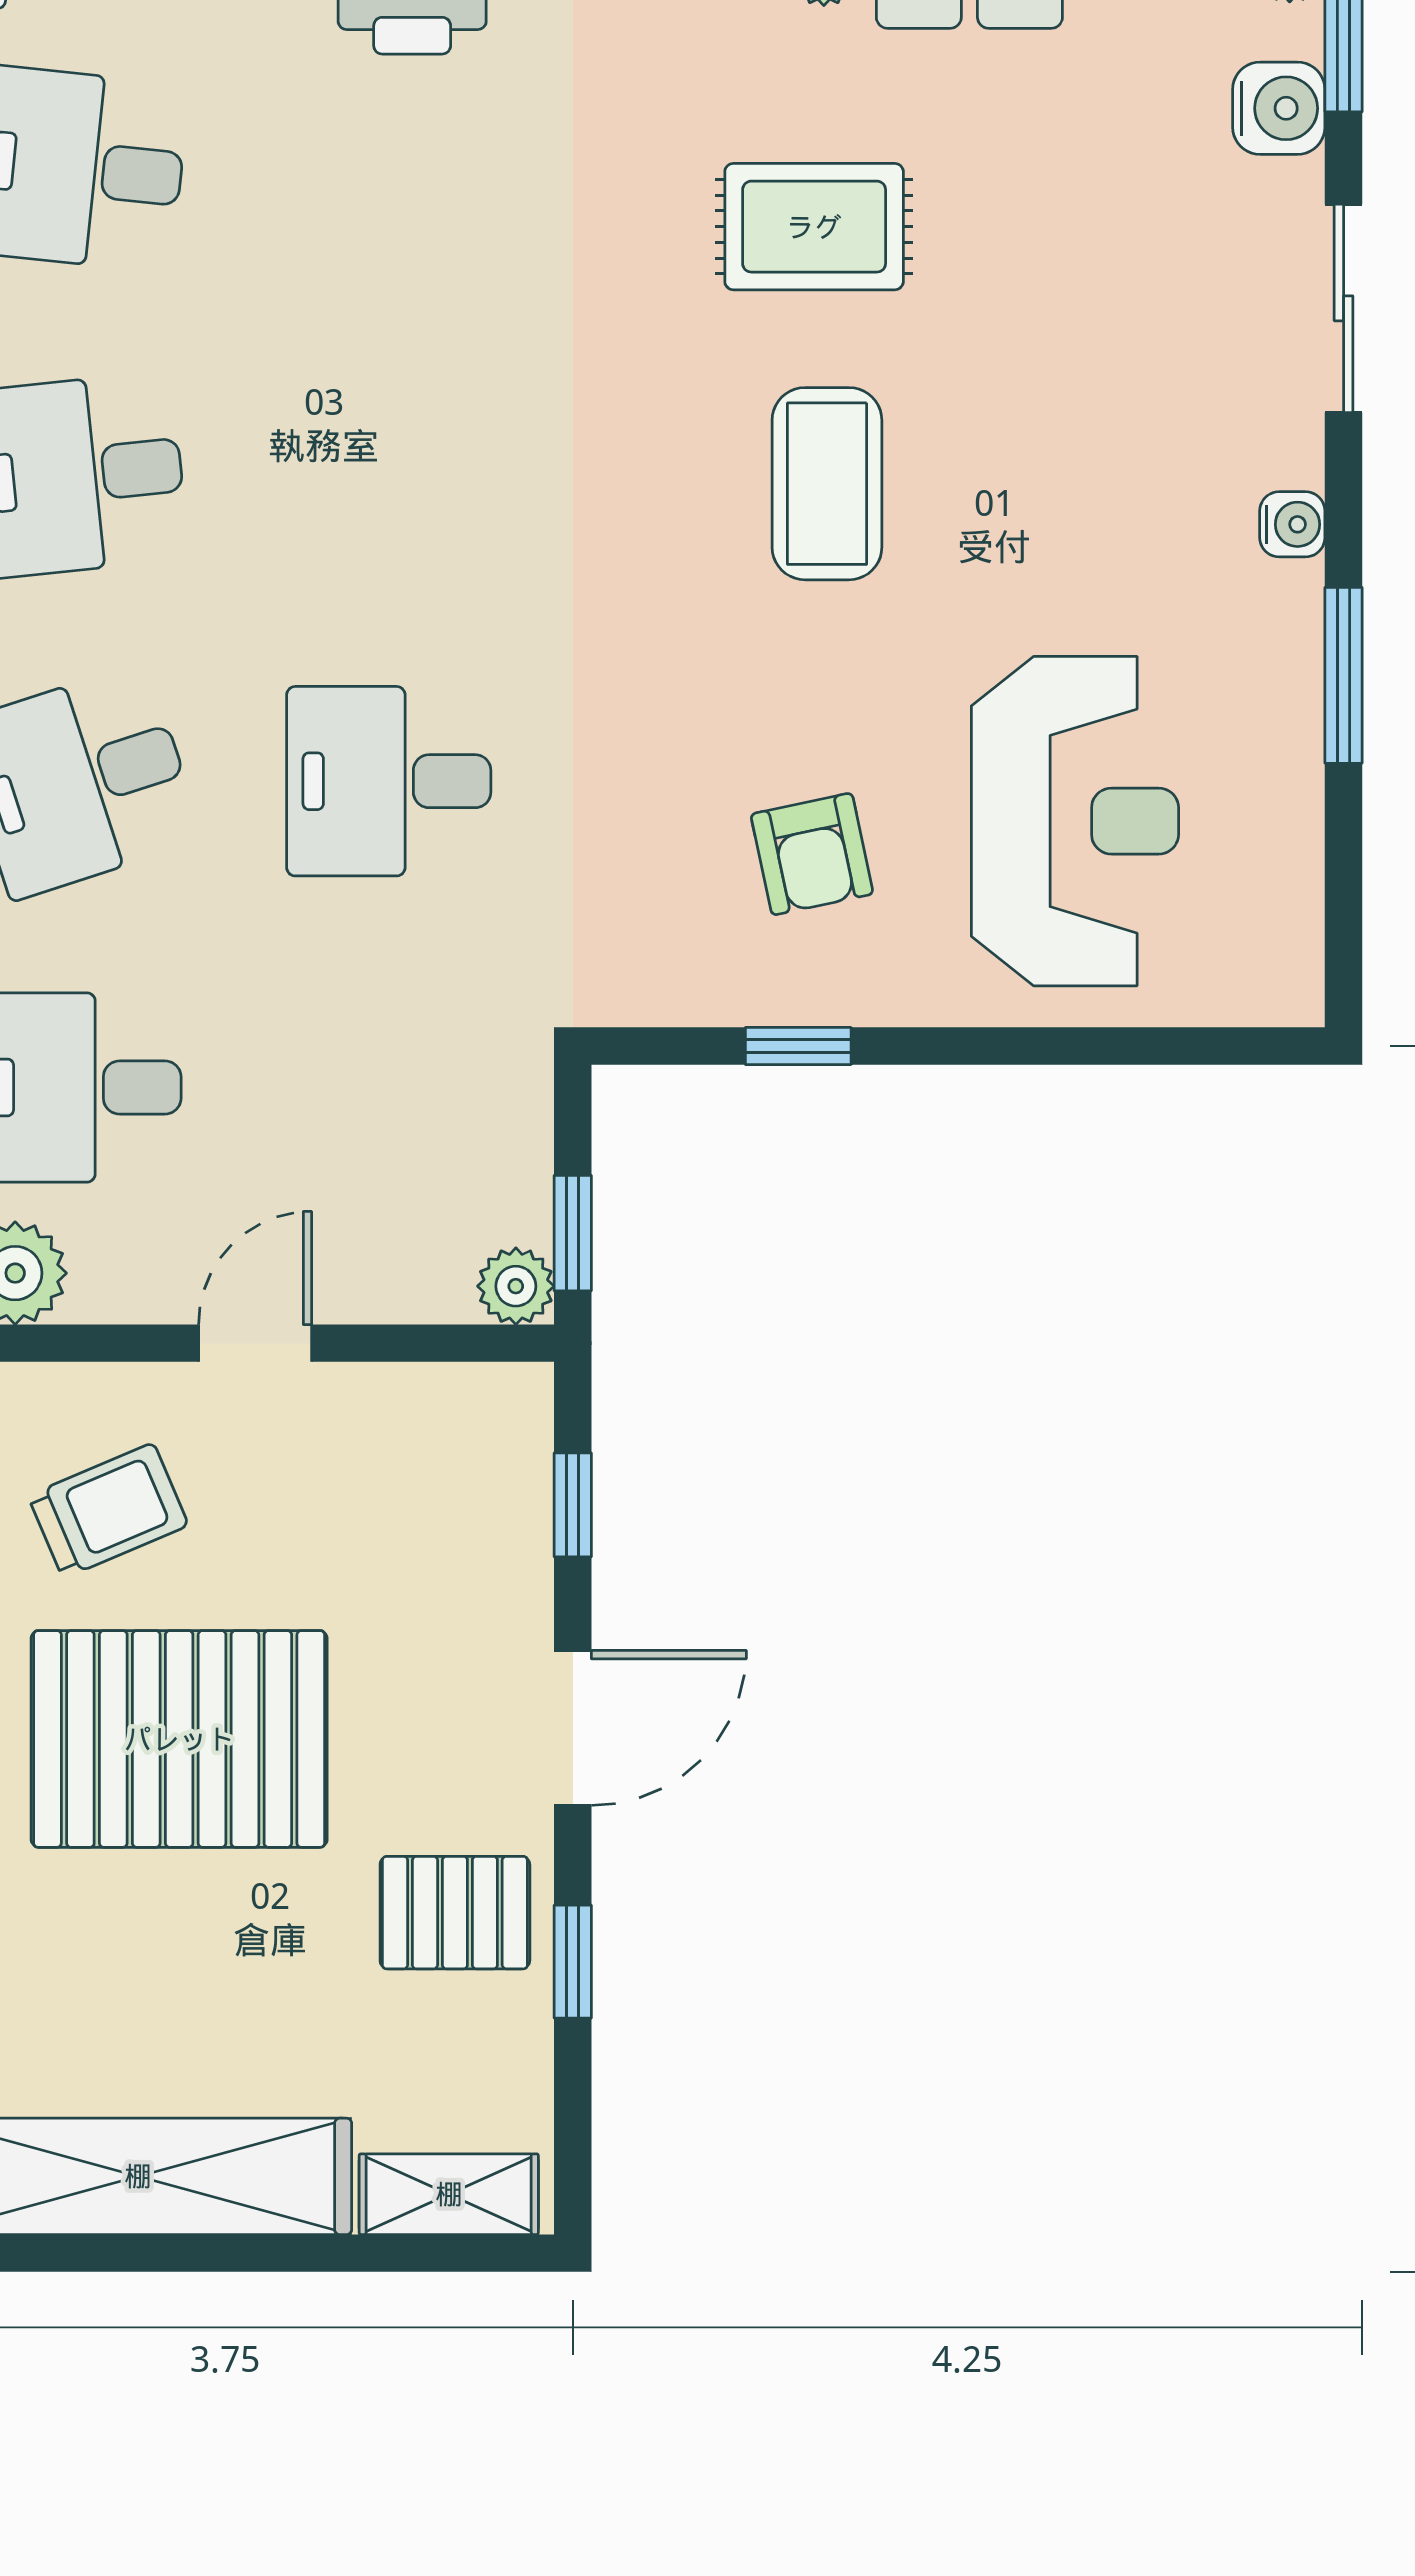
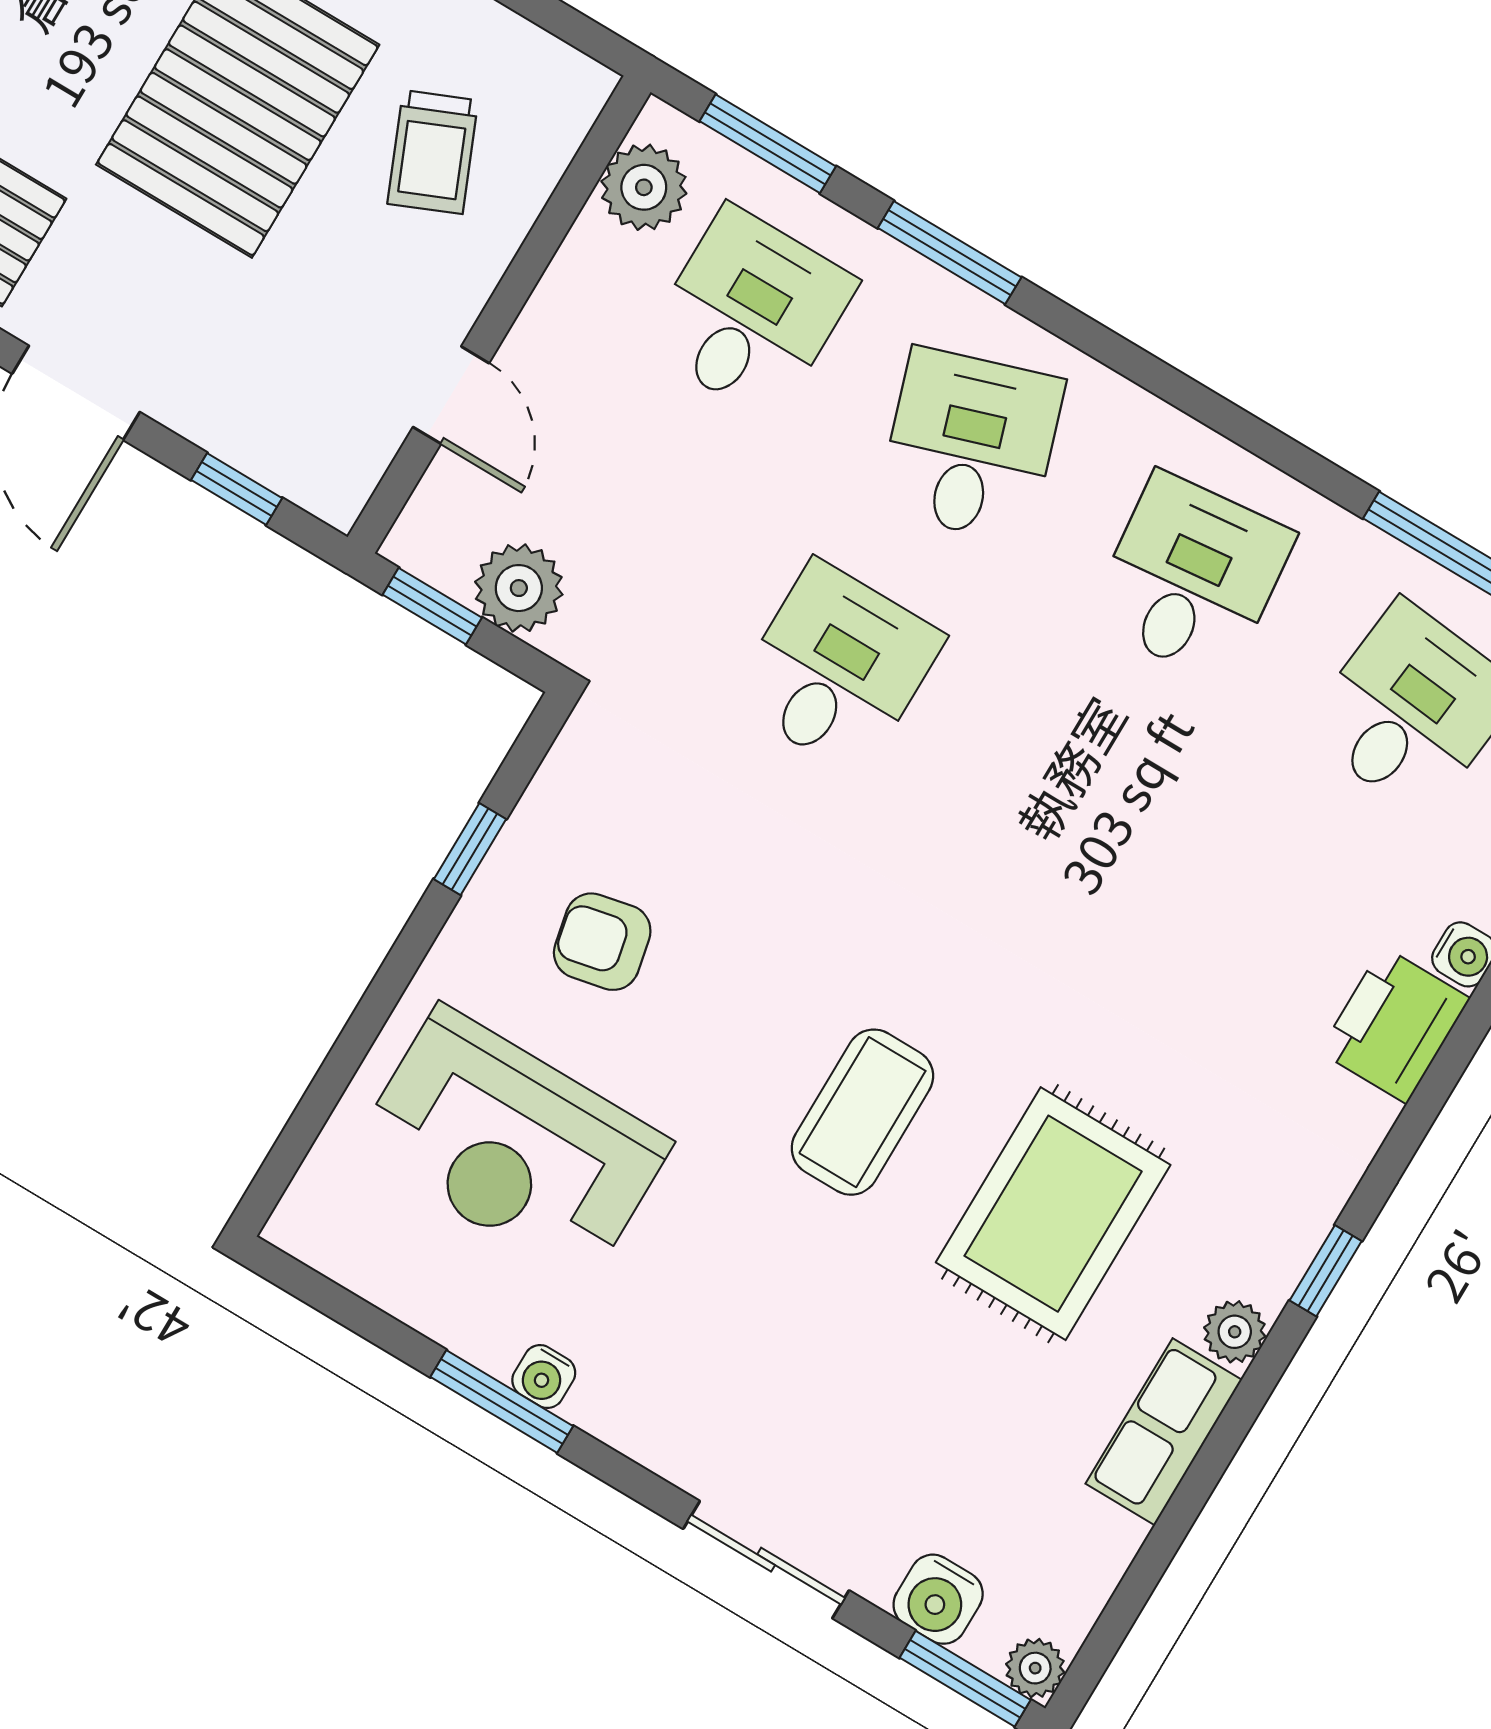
rug: (814, 227) -> (1053, 1214), width x1.36, depth x1.43
coffee table: (827, 484) -> (862, 1112), turned 90
water cooler: (1292, 524) -> (544, 1376), moved
plant: (516, 1286) -> (519, 588), moved, width x1.38, depth x1.38
door: (255, 1343) -> (451, 395), moved

